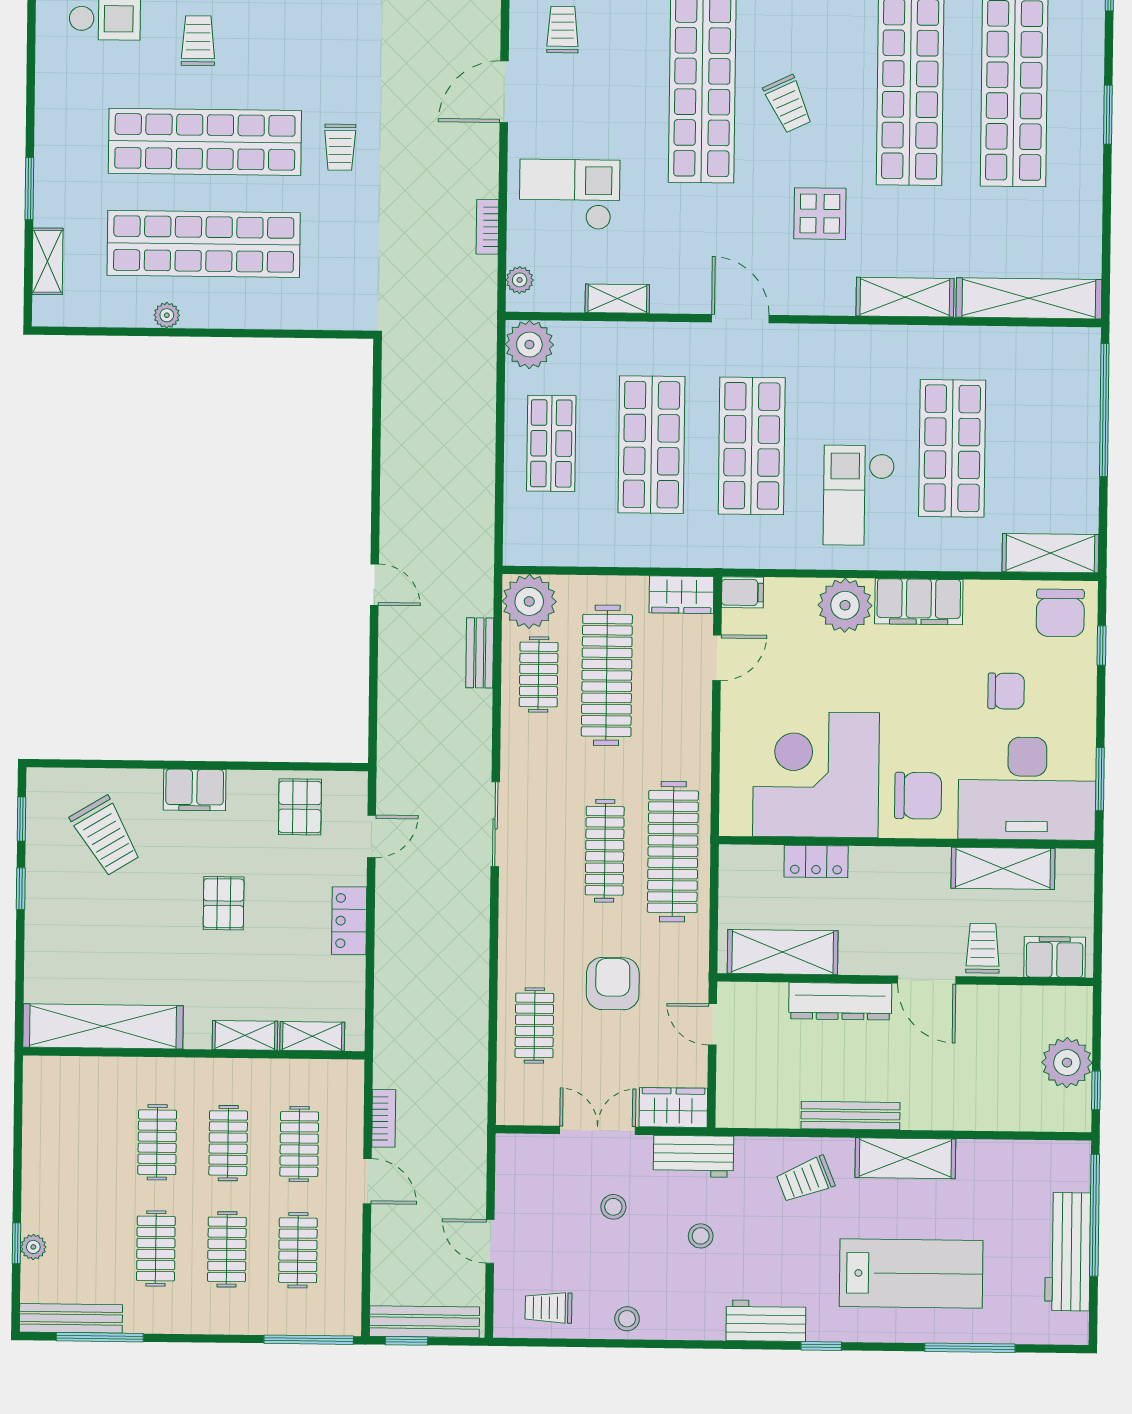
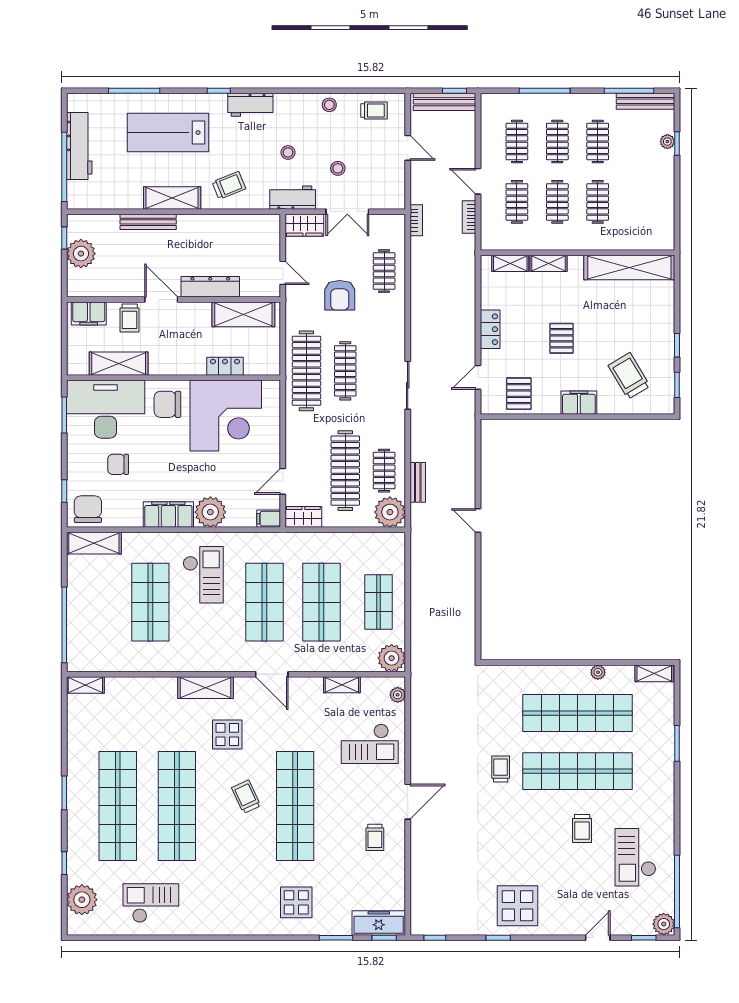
bookcase: (487, 227) -> (416, 220), moved
shelving: (48, 261) -> (654, 673), moved, turned 90
shelving: (905, 297) -> (206, 688), moved
shelving: (1029, 298) -> (85, 685), width x0.45, depth x0.75
bench: (851, 1116) -> (148, 222), moved
window: (309, 1340) -> (545, 91), moved

